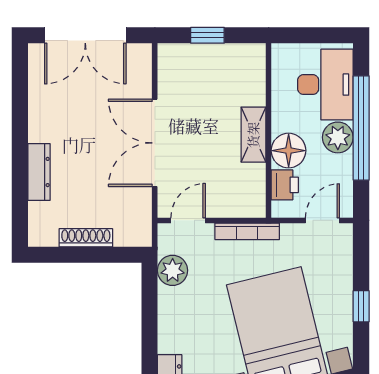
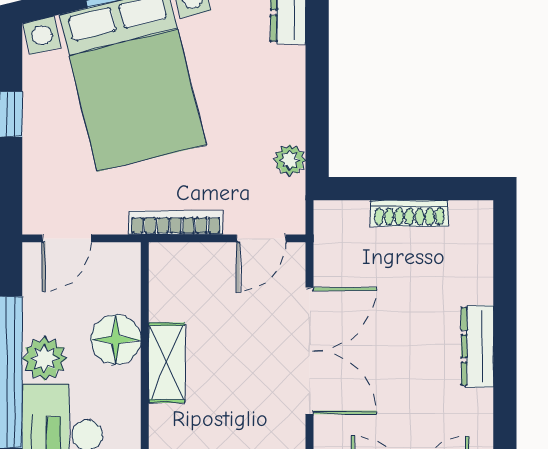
dresser: (39, 172) -> (477, 346), moved
printer: (285, 185) -> (121, 290), removed
plant: (173, 270) -> (290, 160), width x0.73, depth x0.73

